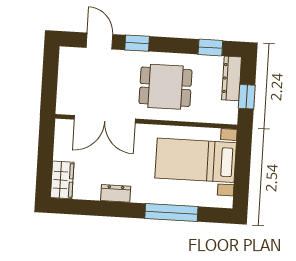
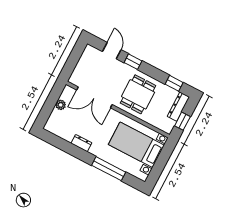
dining table: (166, 87) -> (138, 94), turned 90
plant: (61, 152) -> (61, 105), added
wardrobe: (62, 180) -> (54, 121), removed

